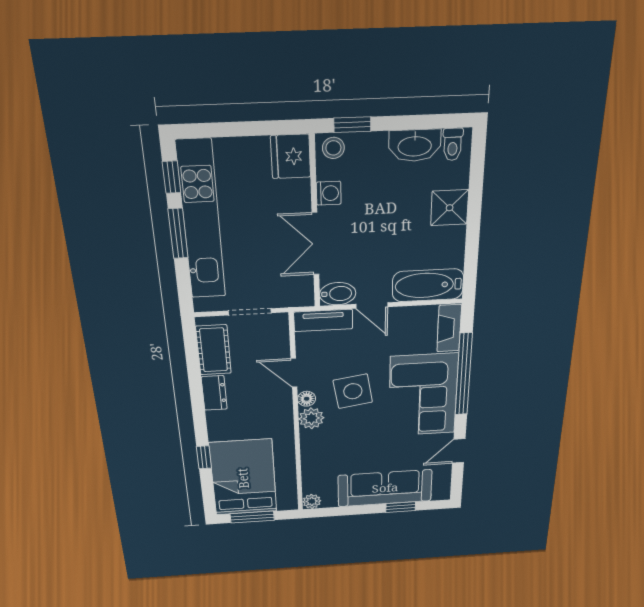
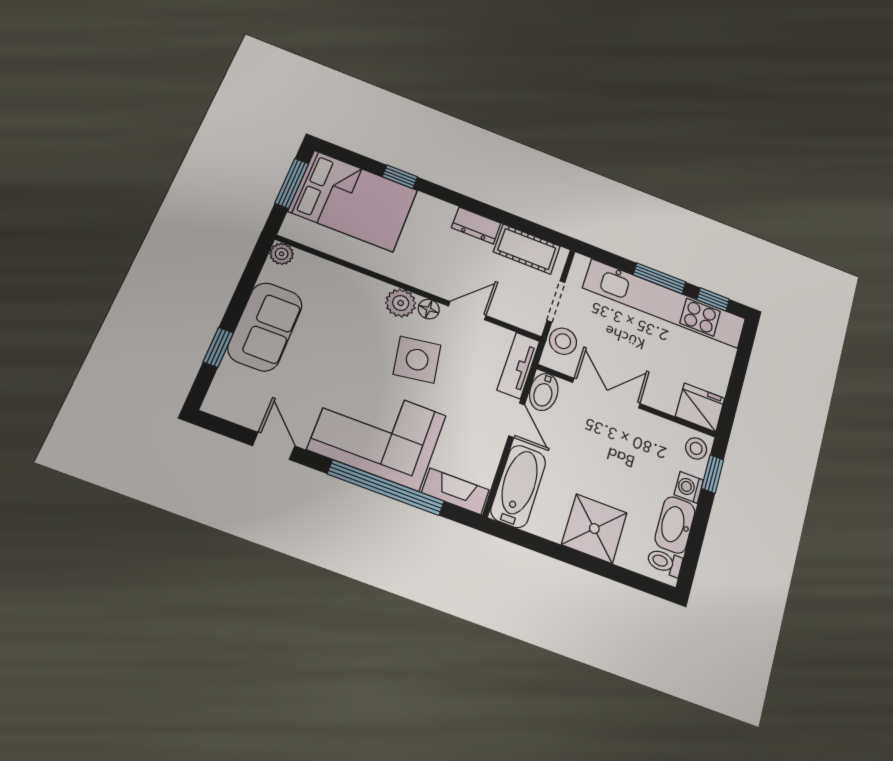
washing machine: (329, 193) -> (689, 487), moved, turned 90
shower: (450, 208) -> (594, 529), width x1.36, depth x1.36
stool: (284, 294) -> (563, 341), added
door: (372, 306) -> (517, 420), swing flipped
sofa: (385, 488) -> (265, 327), width x0.73

